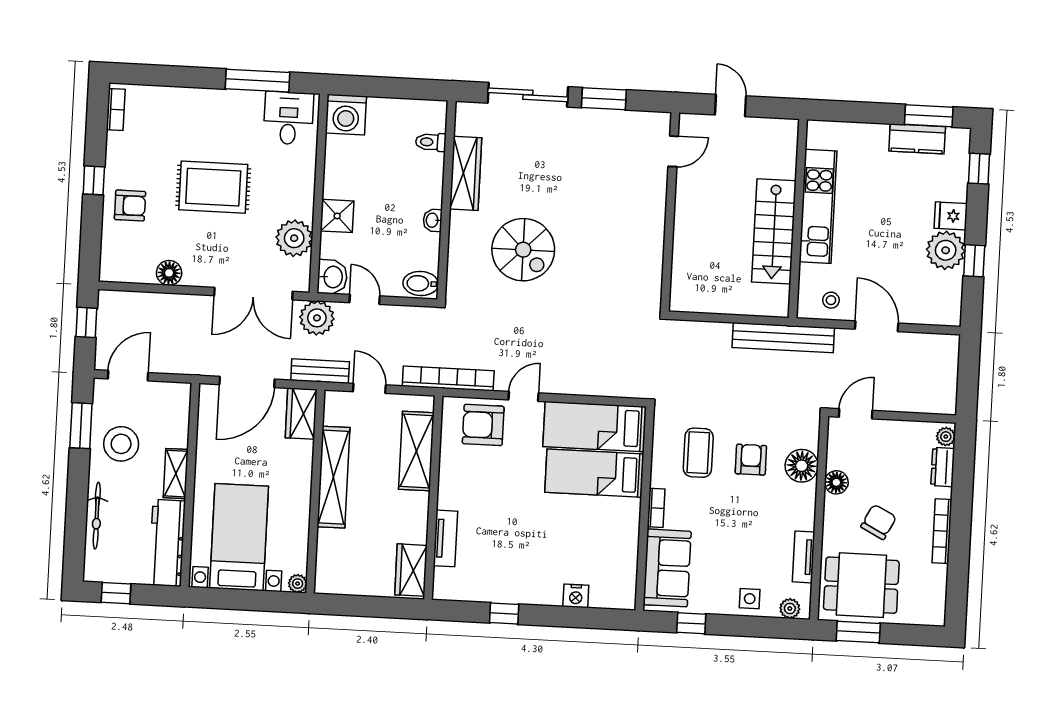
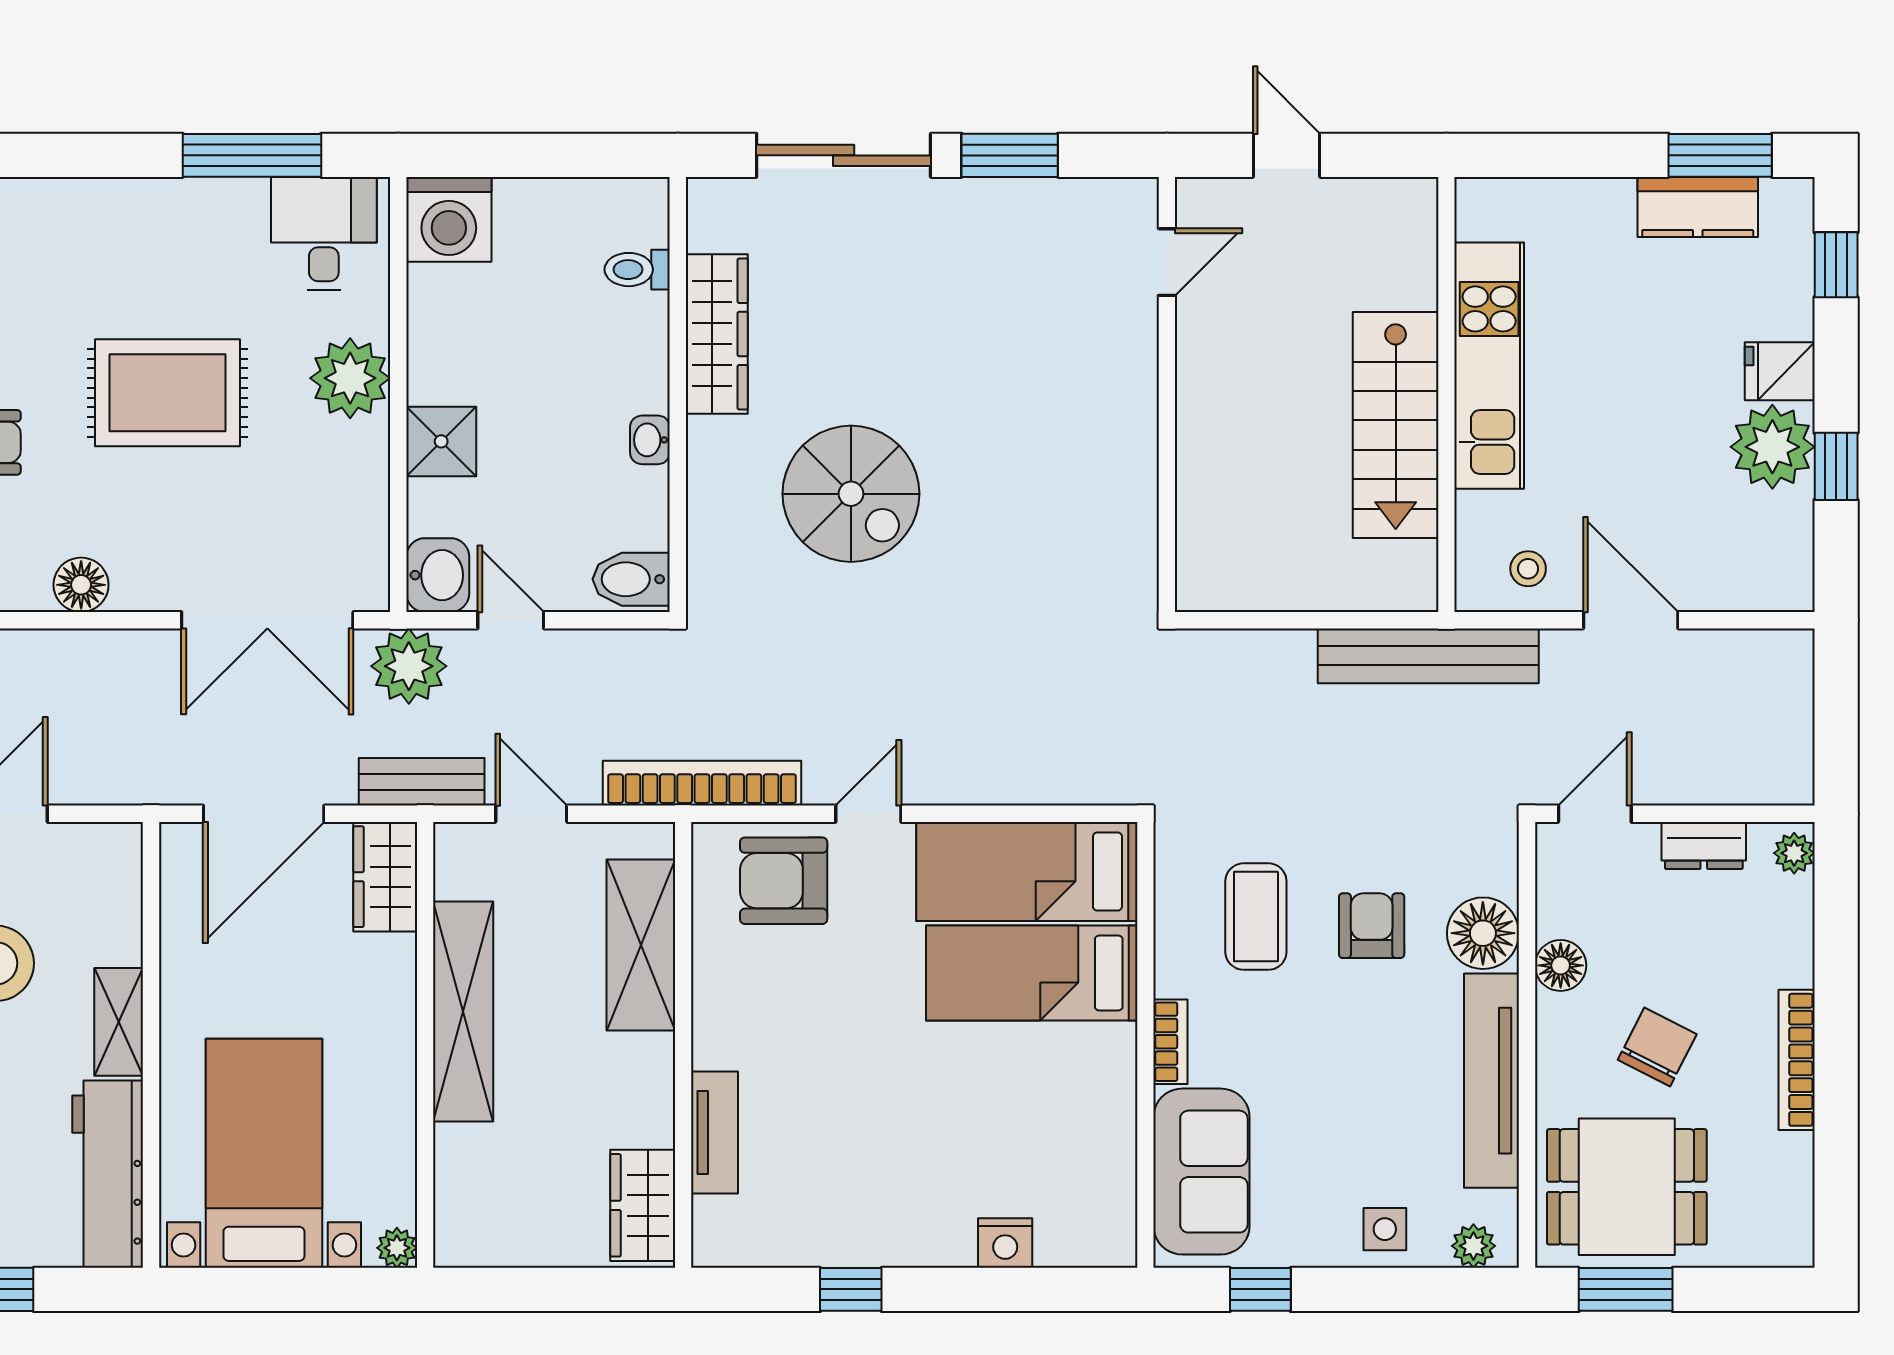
plant: (294, 238) -> (350, 378), moved
dresser: (943, 467) -> (1704, 846), moved, turned -90
tv unit: (804, 557) -> (1491, 1081), width x1.92, depth x1.29

